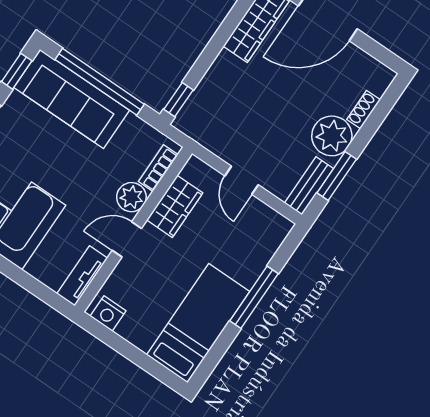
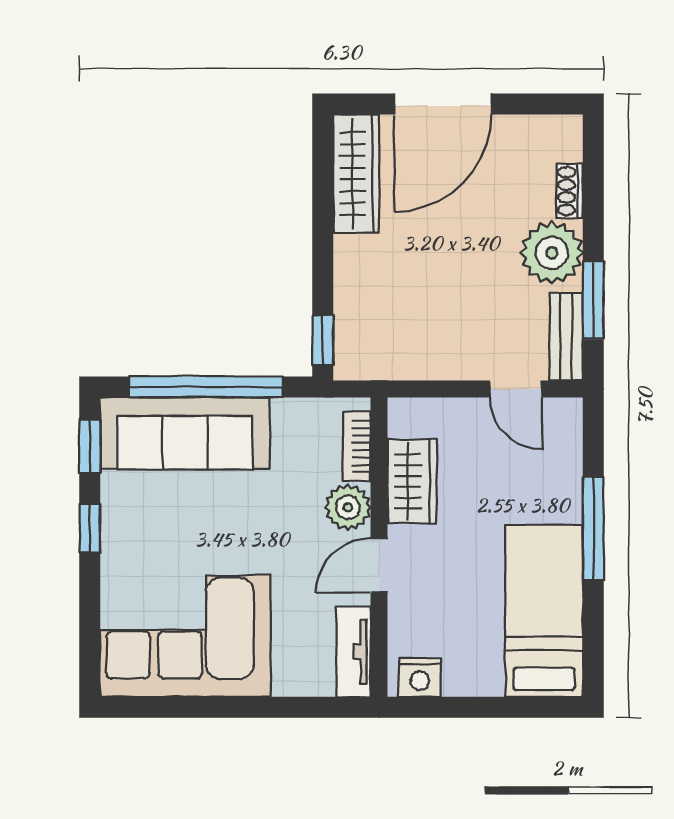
door: (242, 180) -> (516, 389), moved

